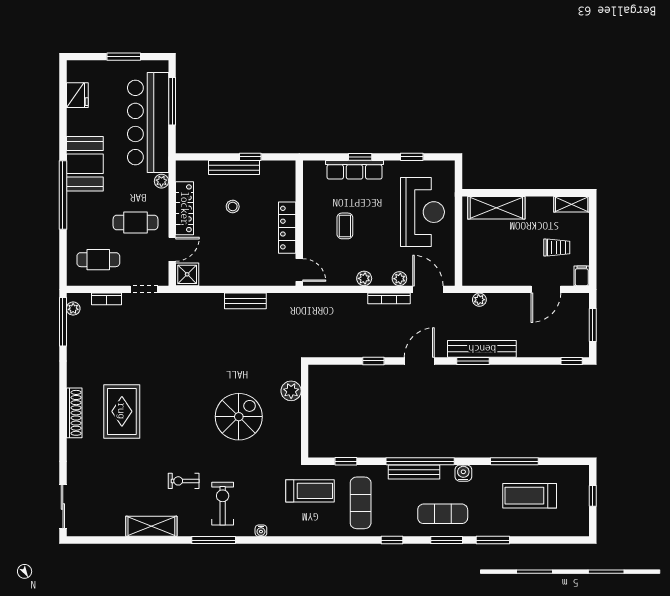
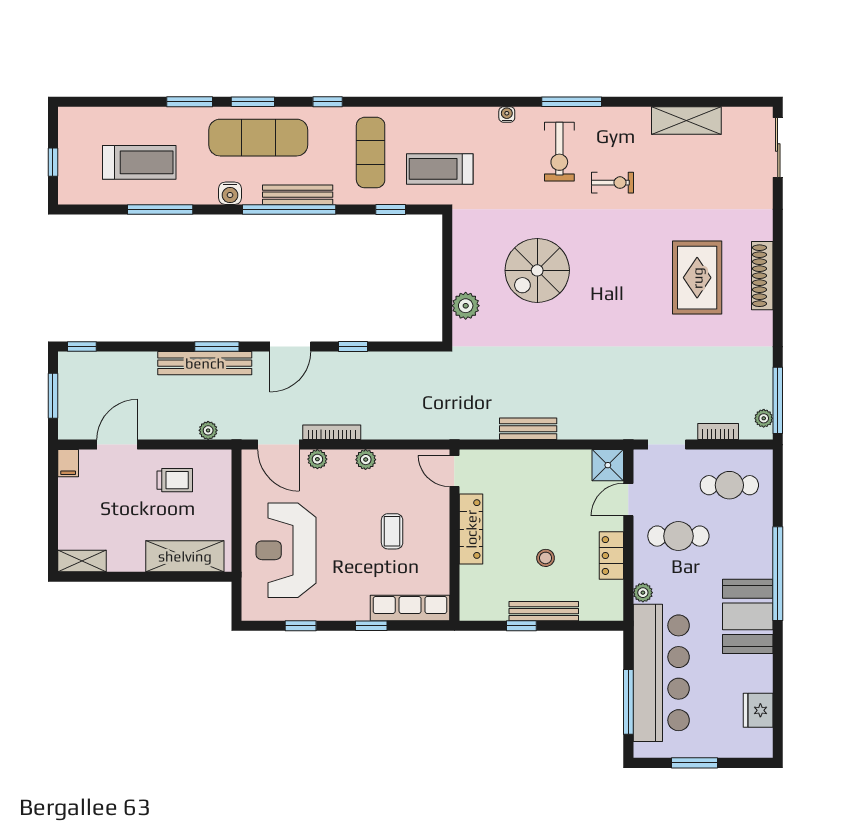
row of seats: (355, 170) -> (410, 608), moved
locker: (185, 208) -> (611, 556), width x0.66
trolley: (557, 248) -> (175, 480), moved, turned 180
exercise mat: (443, 514) -> (258, 138), width x1.36, depth x1.45
shelving: (151, 526) -> (686, 121), moved

